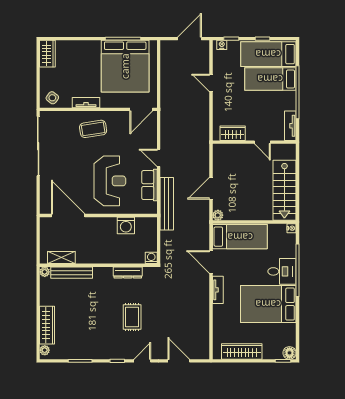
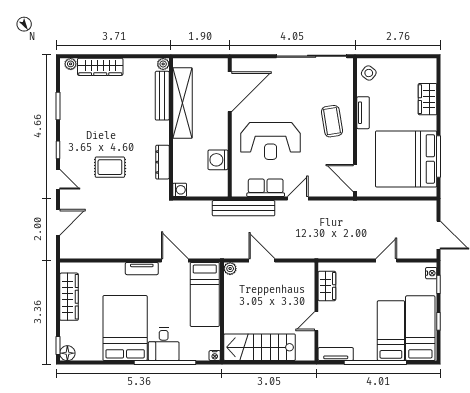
wardrobe: (47, 54) -> (428, 99), moved, turned 90
shelving: (61, 258) -> (182, 103), width x2.20, depth x1.33
door: (211, 262) -> (175, 260), hinge flipped

